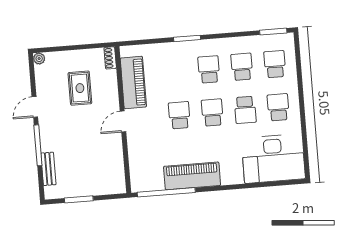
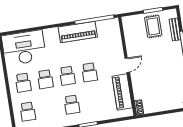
school desk: (242, 67) -> (50, 108), removed
rug: (80, 88) -> (153, 26), moved
school desk: (245, 110) -> (45, 79), turned 180

